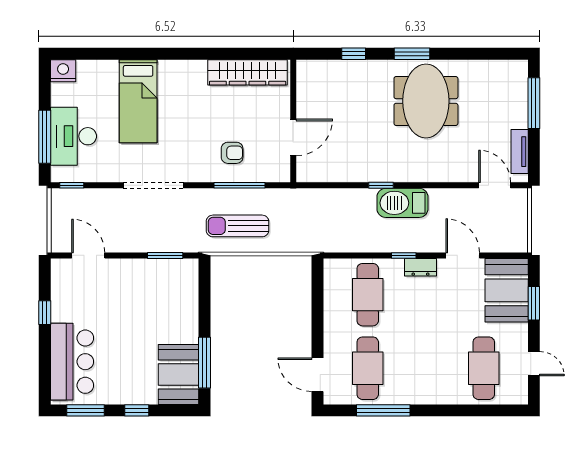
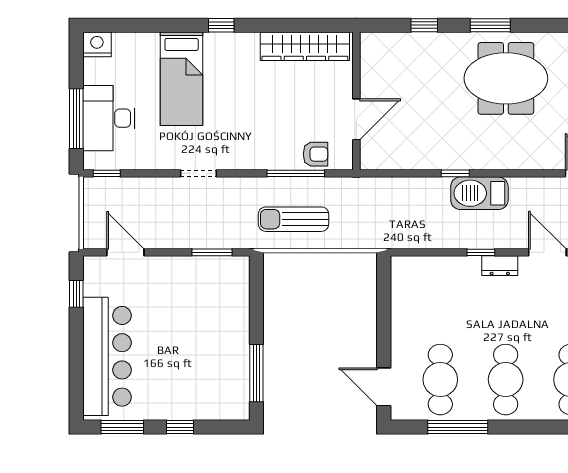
window: (173, 54) -> (221, 25), added
meeting table: (426, 101) -> (506, 78), turned 90
armchair: (232, 153) -> (315, 154), moved
doorway: (153, 185) -> (199, 173), width x0.53
cafe table: (368, 295) -> (506, 380), moved
window: (45, 313) -> (76, 294), moved
bar counter: (72, 362) -> (107, 356), width x1.36
booth: (179, 374) -> (227, 387), removed

